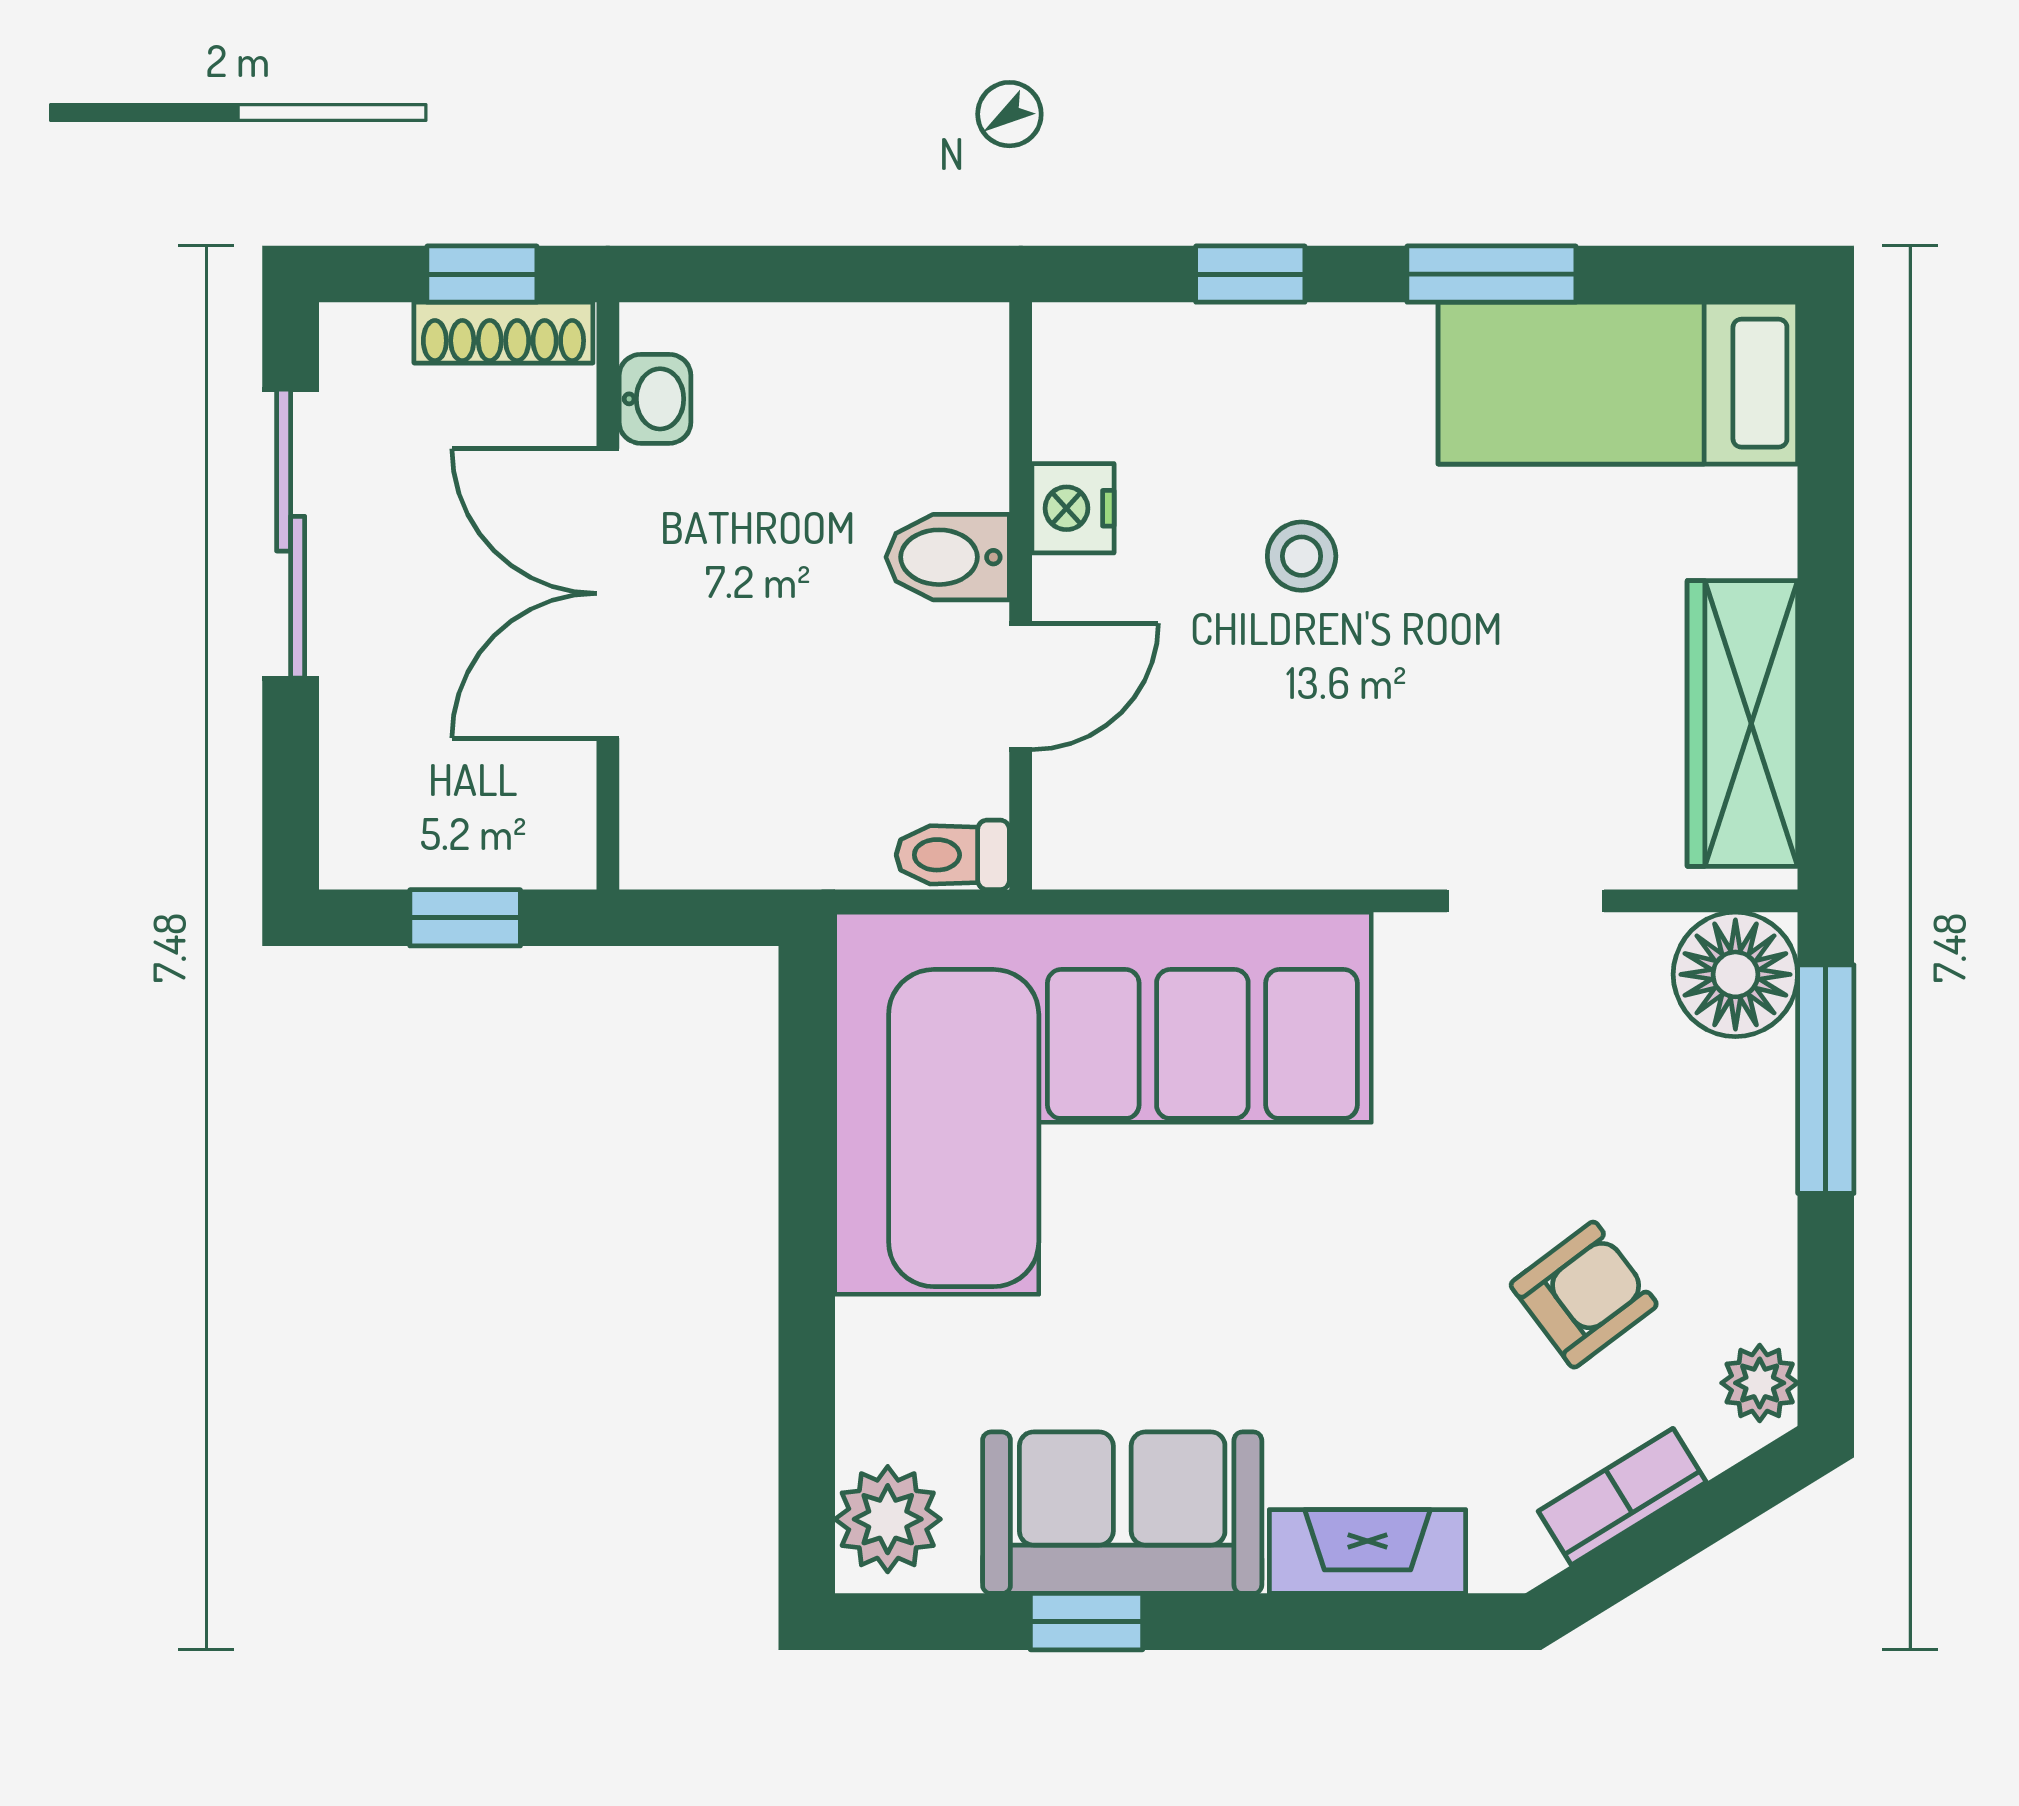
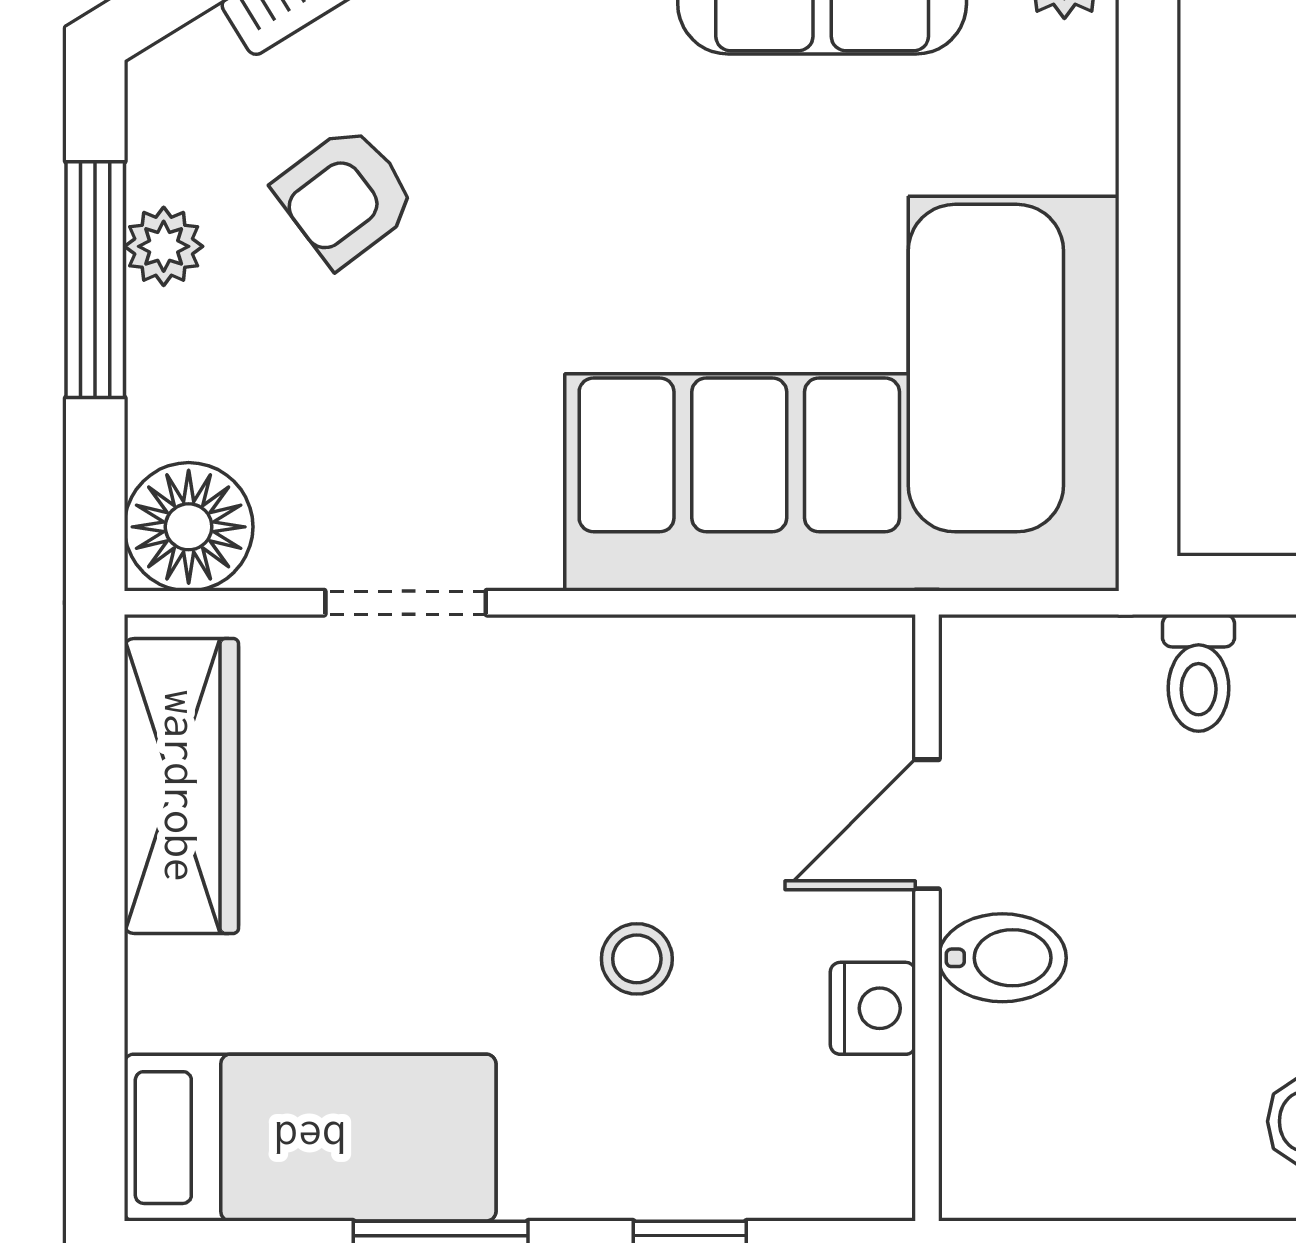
toilet: (953, 855) -> (1199, 673), moved, turned 90
window: (1826, 1079) -> (95, 280), moved
plant: (1760, 1383) -> (164, 246), moved

